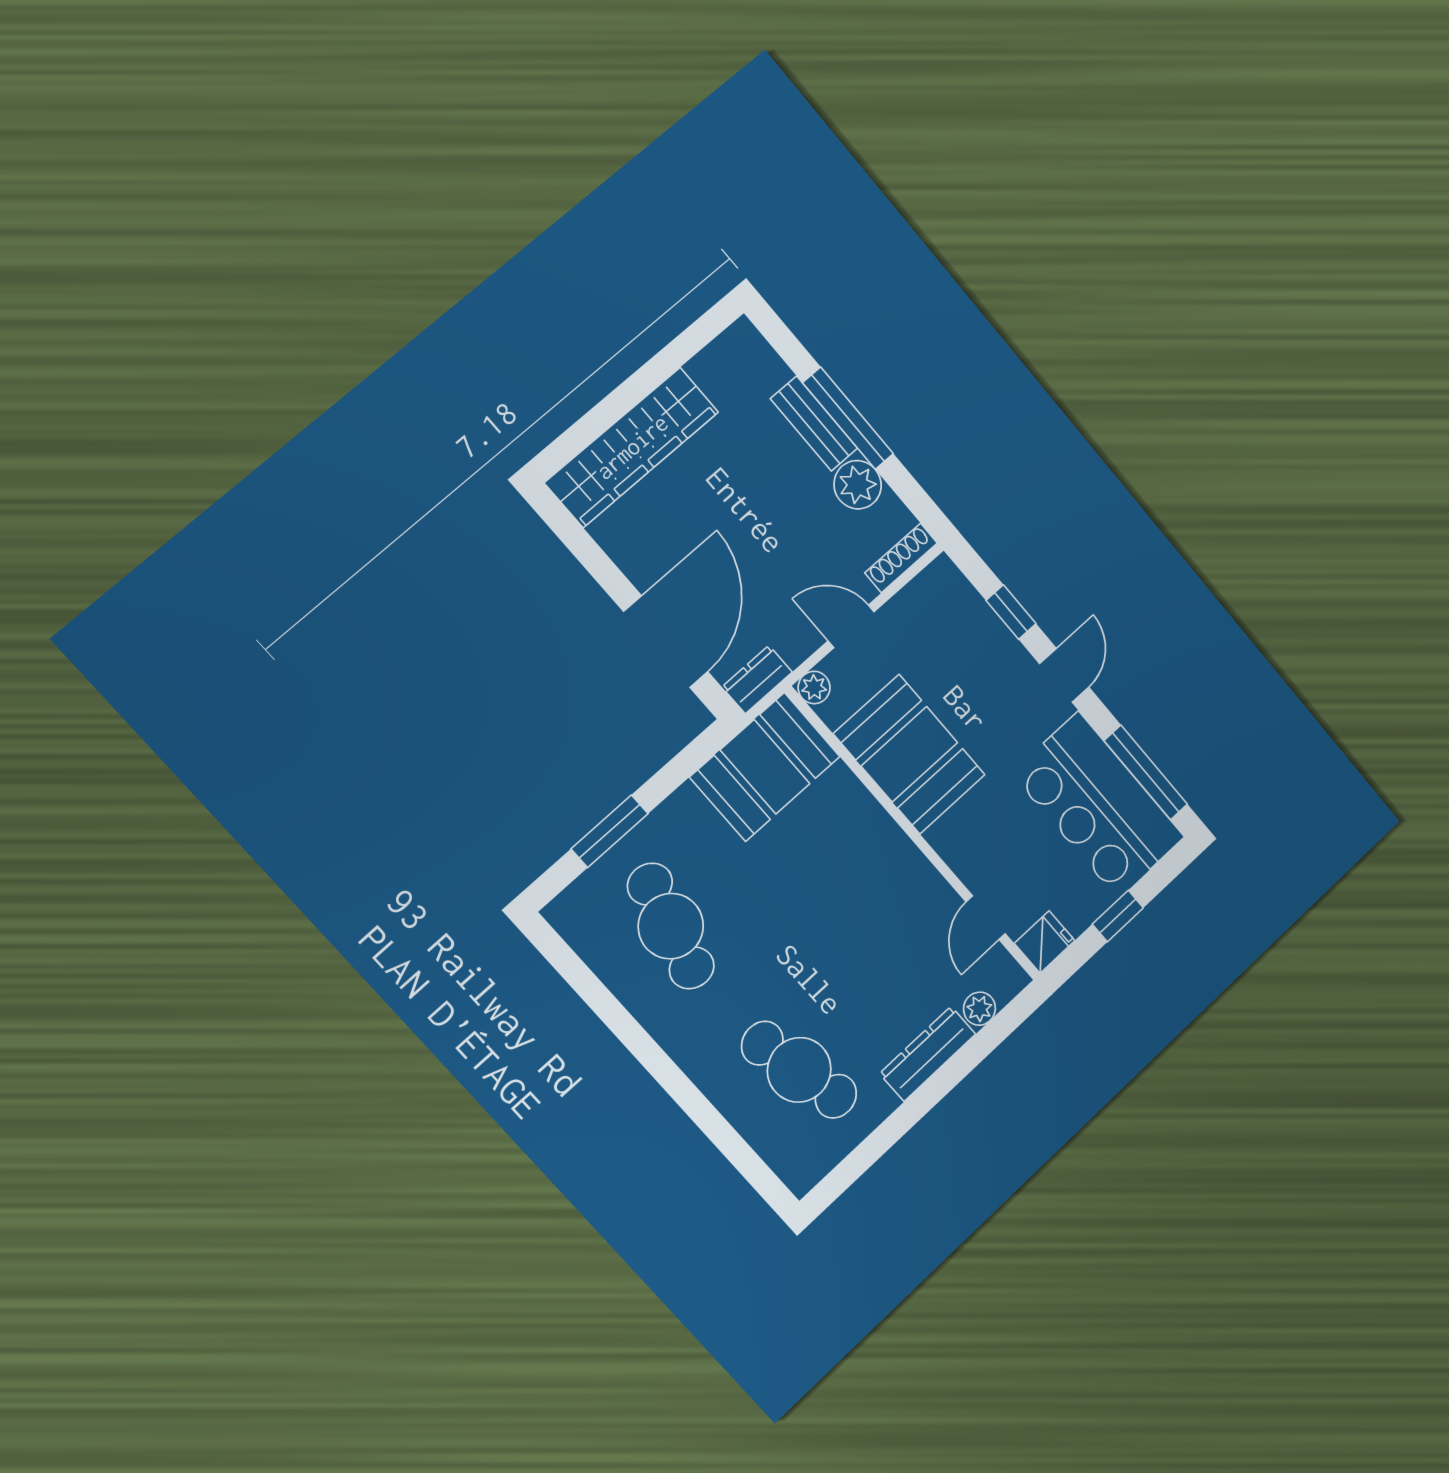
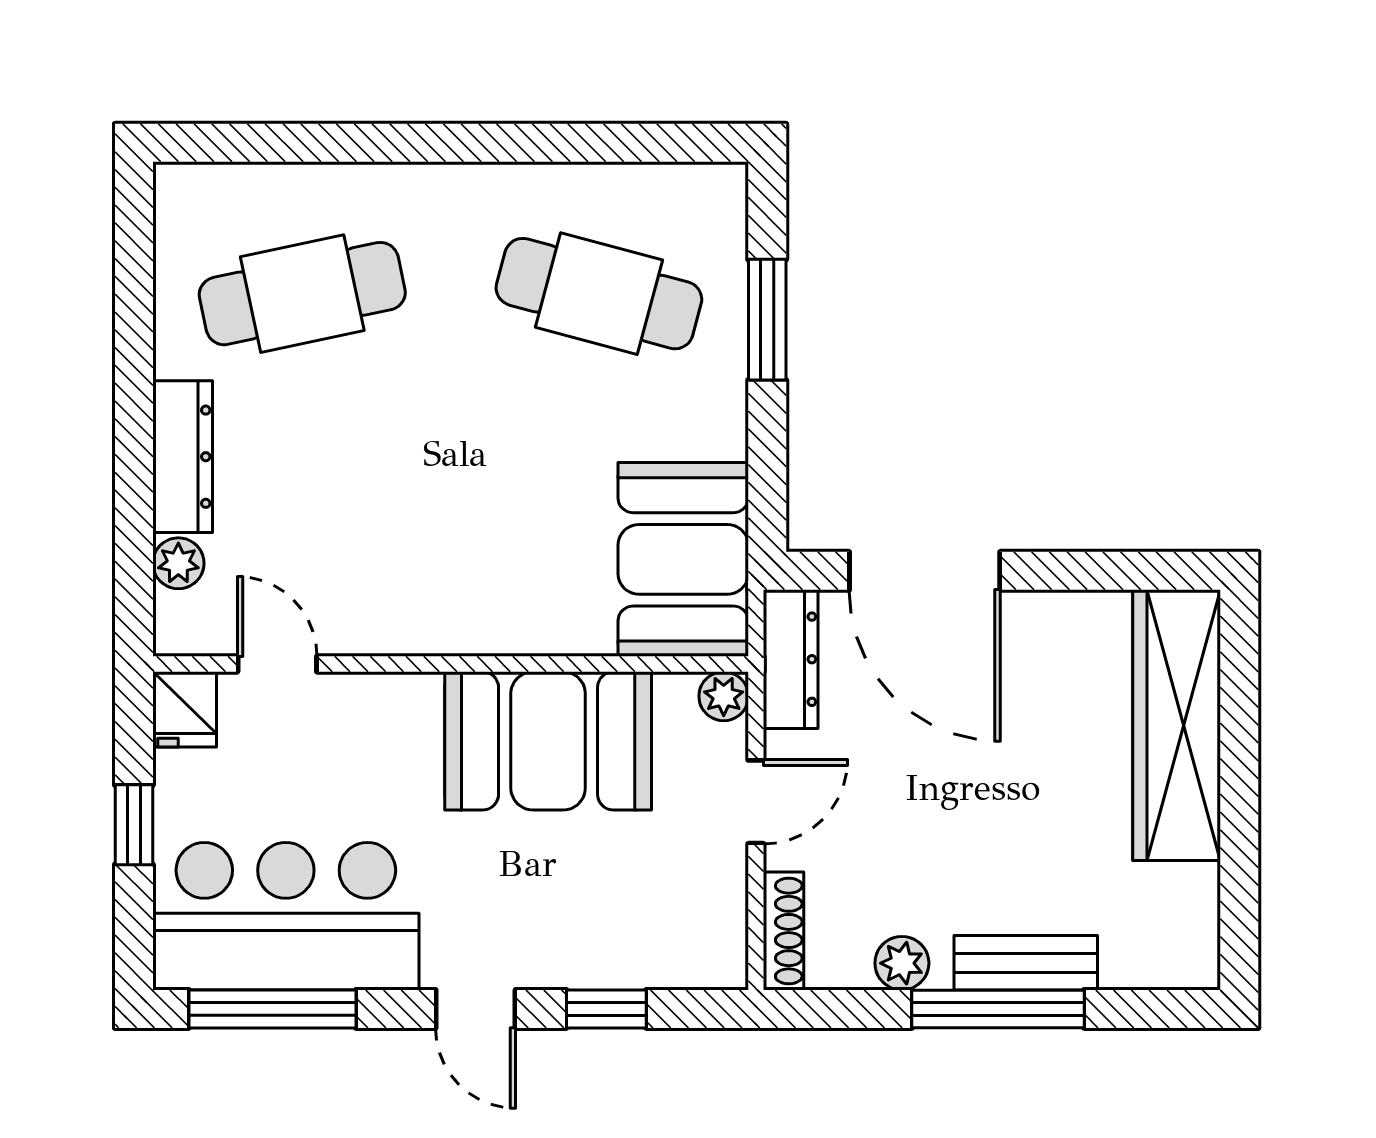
plant: (858, 485) -> (902, 963), width x0.73, depth x0.73
dresser: (757, 679) -> (791, 659), width x1.44

